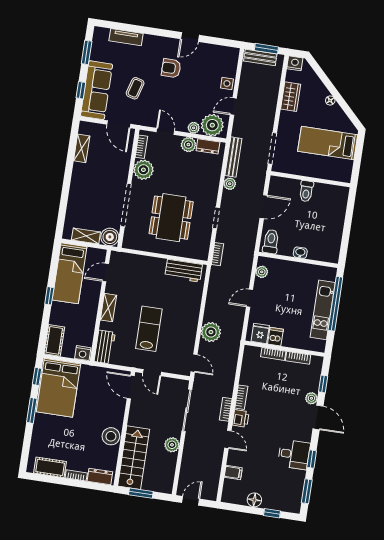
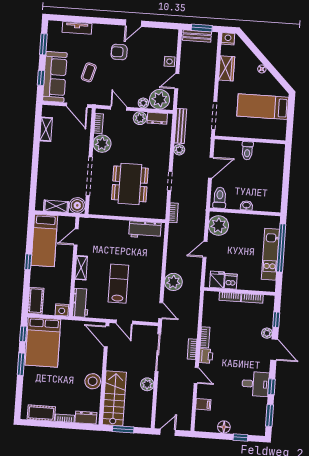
plant: (262, 272) -> (219, 226), width x1.88, depth x1.88

